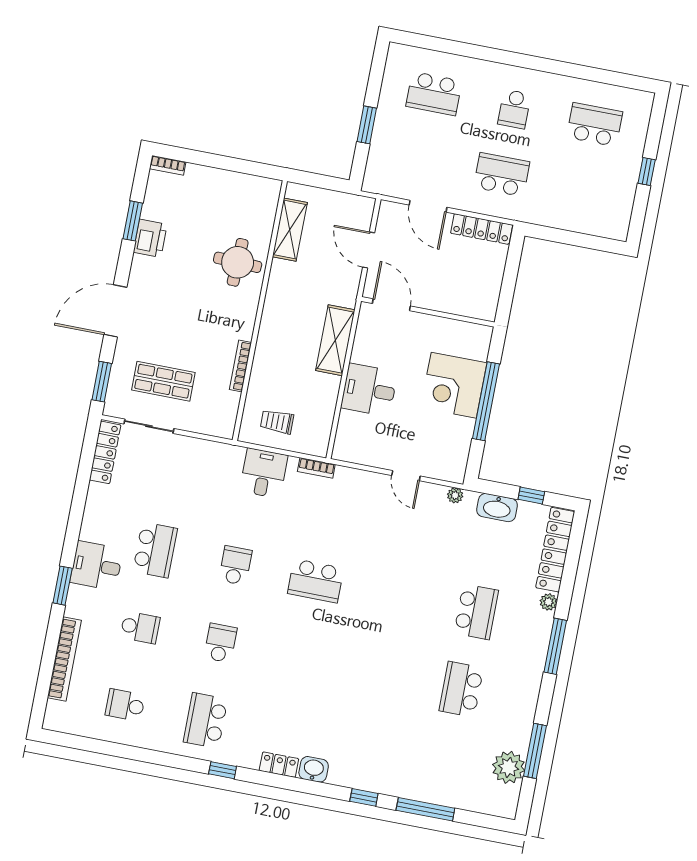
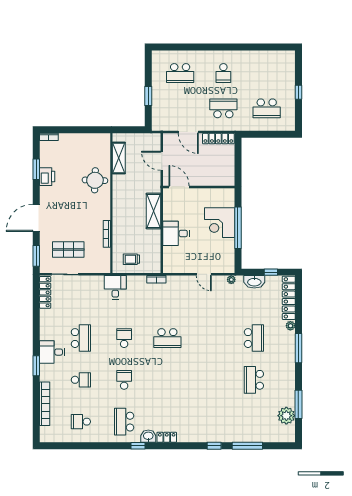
school desk: (595, 125) -> (267, 108), moved, turned 180
desk: (264, 473) -> (115, 287), moved
washbasin: (314, 769) -> (148, 436), moved

